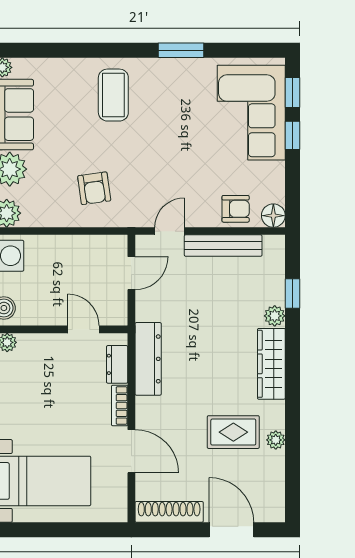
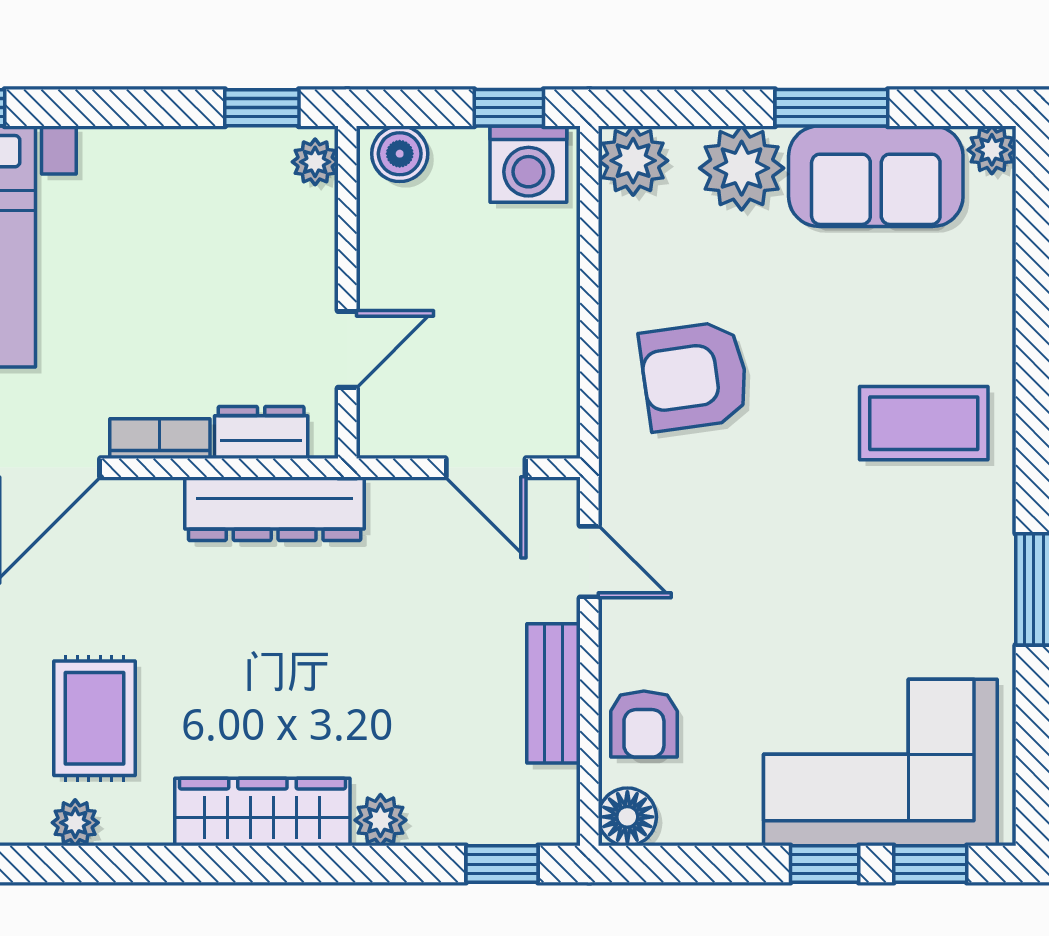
armchair: (94, 188) -> (694, 376), width x1.38, depth x1.38
bench: (223, 246) -> (554, 693), width x0.73
window: (292, 293) -> (502, 864), moved

